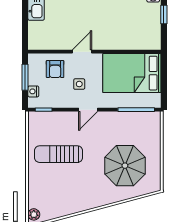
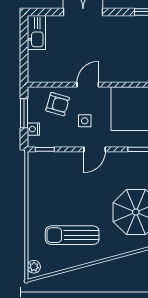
armchair: (55, 69) -> (58, 104), turned -74
sun lounger: (59, 154) -> (72, 235), moved

